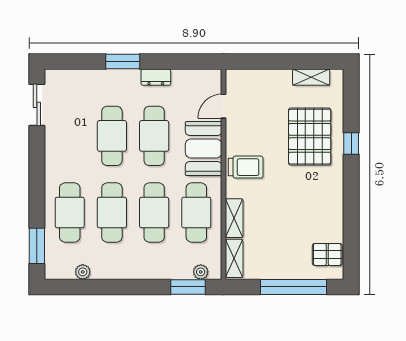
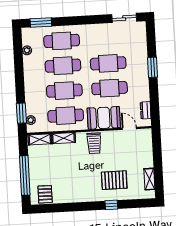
dresser: (156, 77) -> (146, 110), moved
pallet: (310, 137) -> (114, 180), width x0.73, depth x0.71

